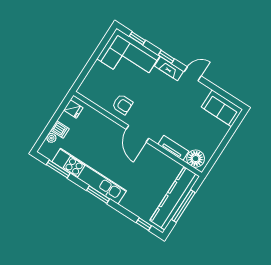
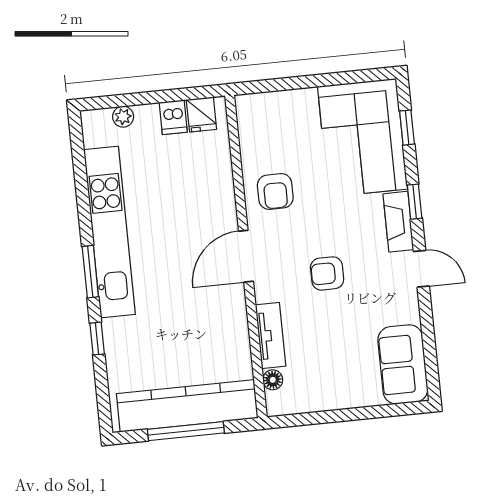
armchair: (167, 109) -> (327, 273), added
dishwasher: (60, 130) -> (173, 117), moved
floor lamp: (196, 159) -> (273, 380), width x0.53, depth x0.53
window: (58, 169) -> (80, 170), removed
window: (144, 224) -> (97, 339), moved

